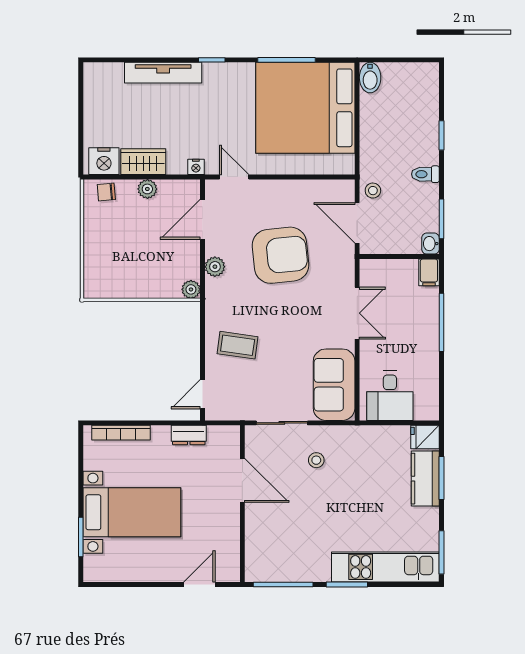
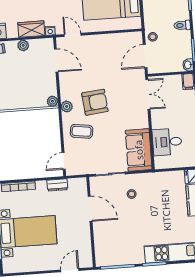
wardrobe: (143, 162) -> (31, 29), moved
door: (203, 219) -> (56, 61), swing flipped
door: (357, 223) -> (145, 56), hinge flipped
armchair: (280, 255) -> (95, 102), moved, width x0.73, depth x0.73
plant: (215, 267) -> (67, 106), moved
double door: (357, 313) -> (148, 94), moved
desk: (390, 396) -> (167, 142), moved, turned 90

